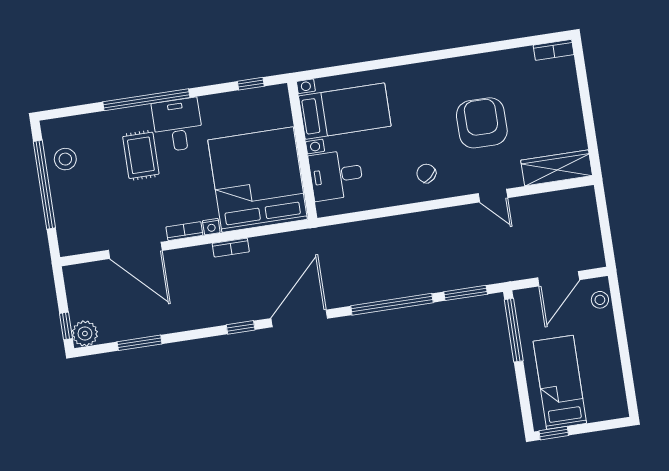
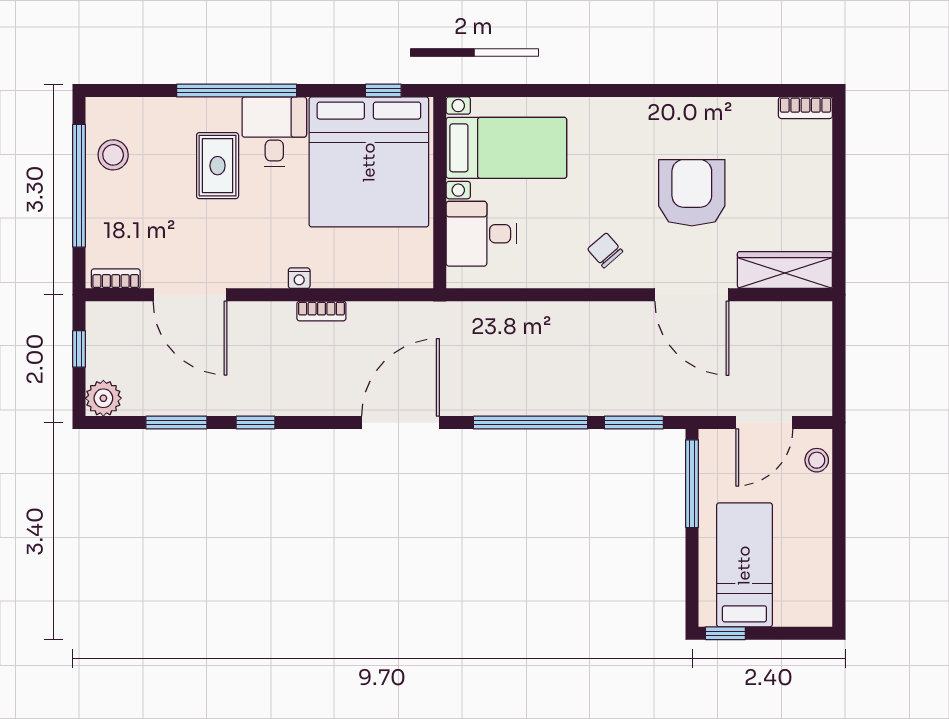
bed: (258, 180) -> (369, 162), moved, turned 180
door: (493, 196) -> (692, 295), width x1.88
bookcase: (184, 231) -> (116, 279), moved
window: (66, 326) -> (79, 349), moved
window: (241, 327) -> (255, 423), moved

